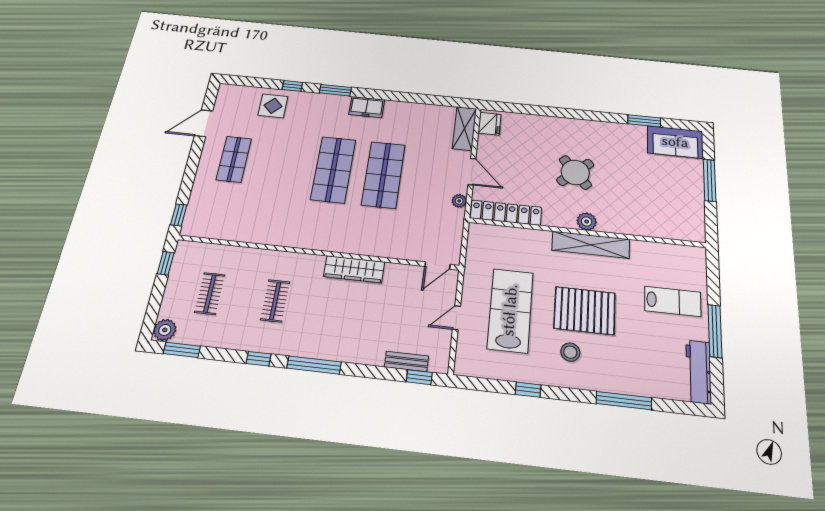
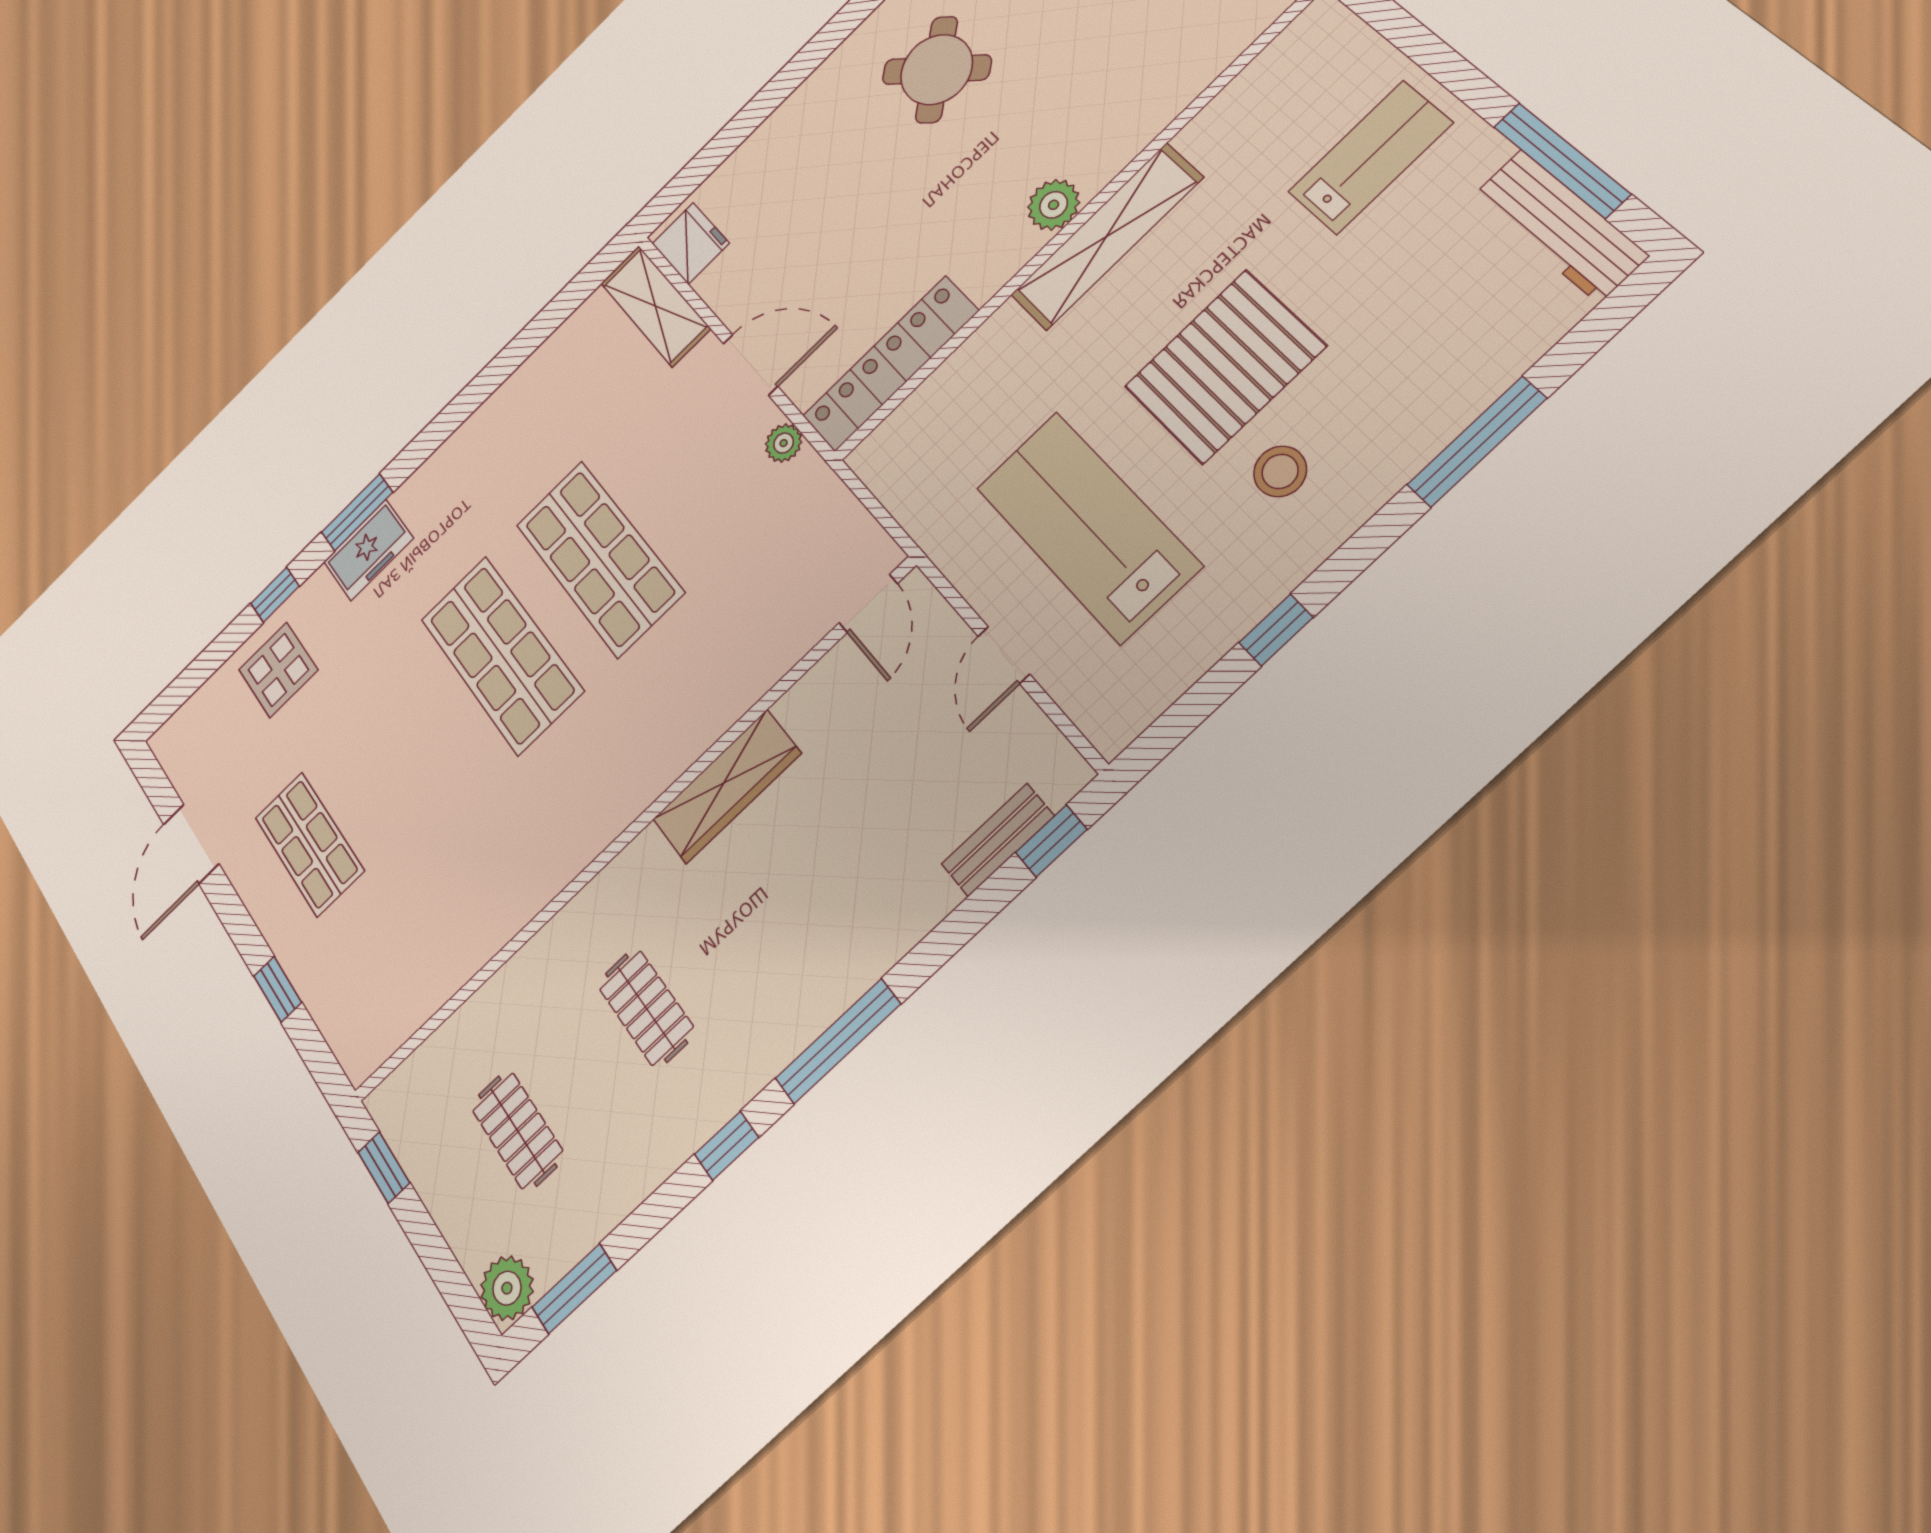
freezer: (367, 107) -> (368, 550), moved
round table: (575, 172) -> (937, 70), moved
window: (179, 215) -> (278, 989), moved
window: (715, 331) -> (1562, 160), moved

